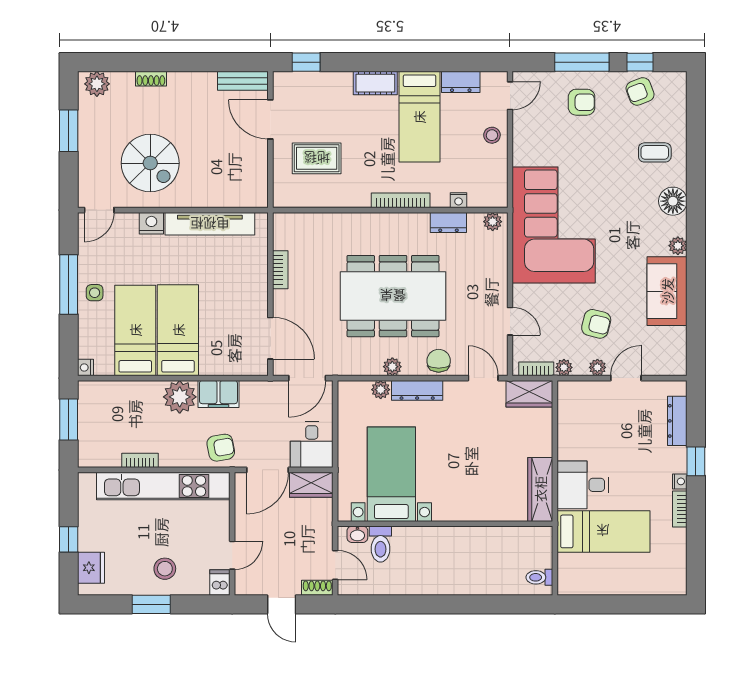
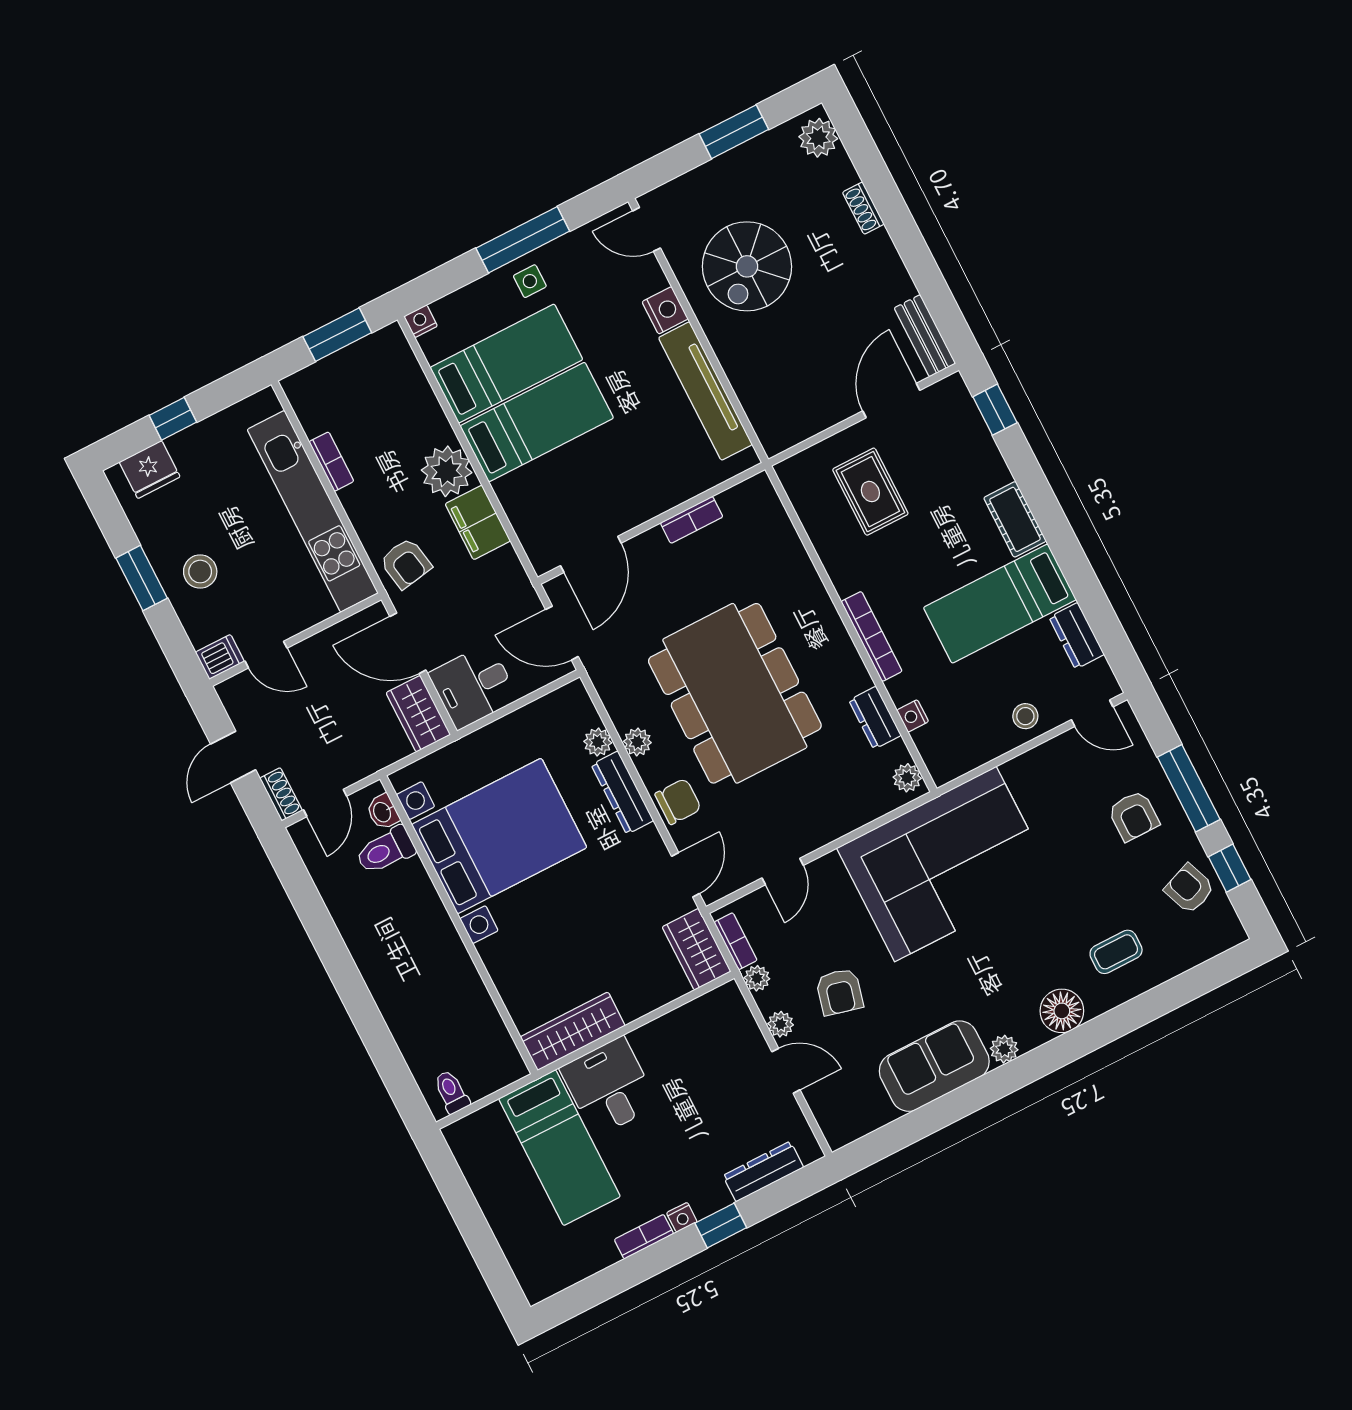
coffee table: (655, 152) -> (1116, 952), turned 90
bed with nightstands: (391, 474) -> (499, 836), width x1.36

